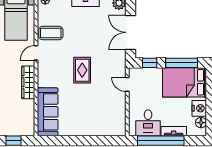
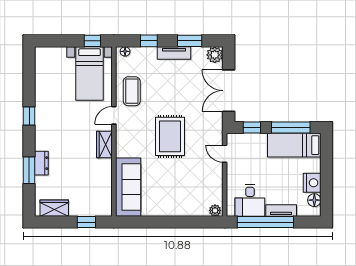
coffee table: (51, 33) -> (132, 91), turned 90
rug: (82, 70) -> (170, 136), width x1.36, depth x1.43
wardrobe: (28, 82) -> (104, 145), width x0.67
bed: (185, 82) -> (294, 145), width x0.67
plant: (119, 131) -> (215, 210), added

